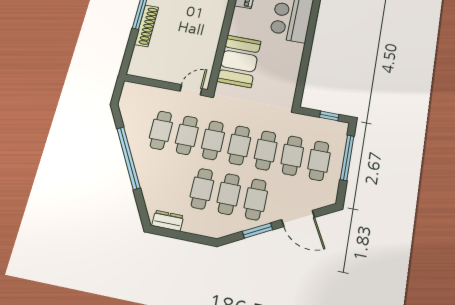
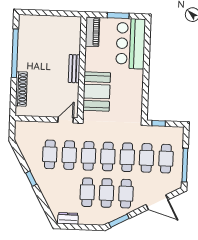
shoe rack: (146, 26) -> (21, 89), moved
bench: (215, 30) -> (74, 69), added
window: (329, 116) -> (159, 123), moved
window: (128, 158) -> (31, 179), width x0.32
window: (347, 158) -> (185, 165), moved
window: (258, 231) -> (119, 221), moved

